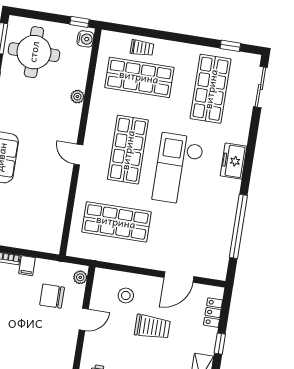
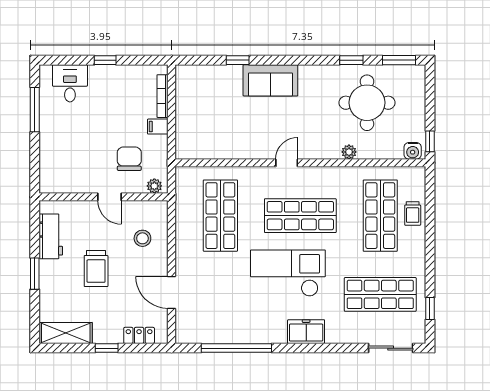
round table: (34, 52) -> (367, 103), moved
trolley: (152, 327) -> (96, 268), moved

